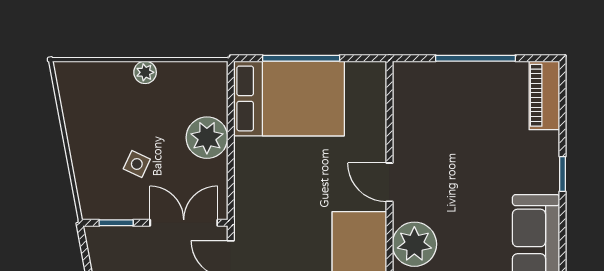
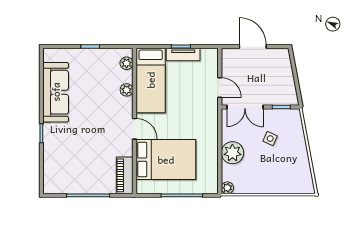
plant: (145, 72) -> (227, 188), moved
piano: (544, 95) -> (125, 175), moved, turned 180
bed: (289, 98) -> (166, 160), moved, turned 180
plant: (414, 244) -> (127, 90), width x0.53, depth x0.53

